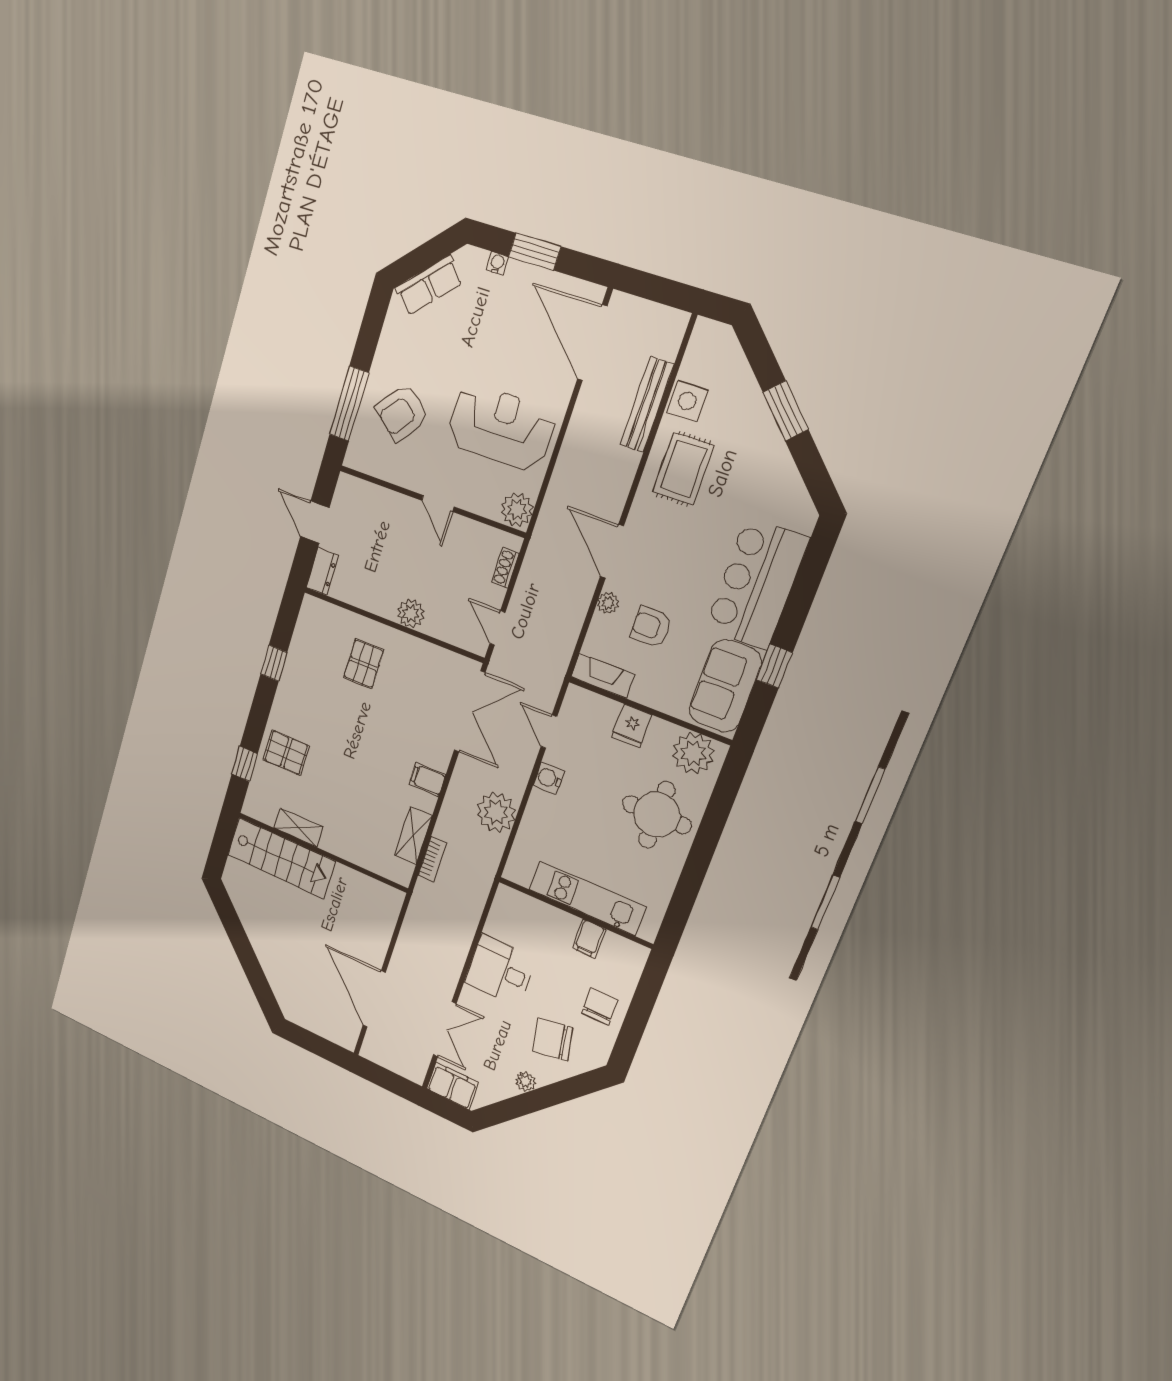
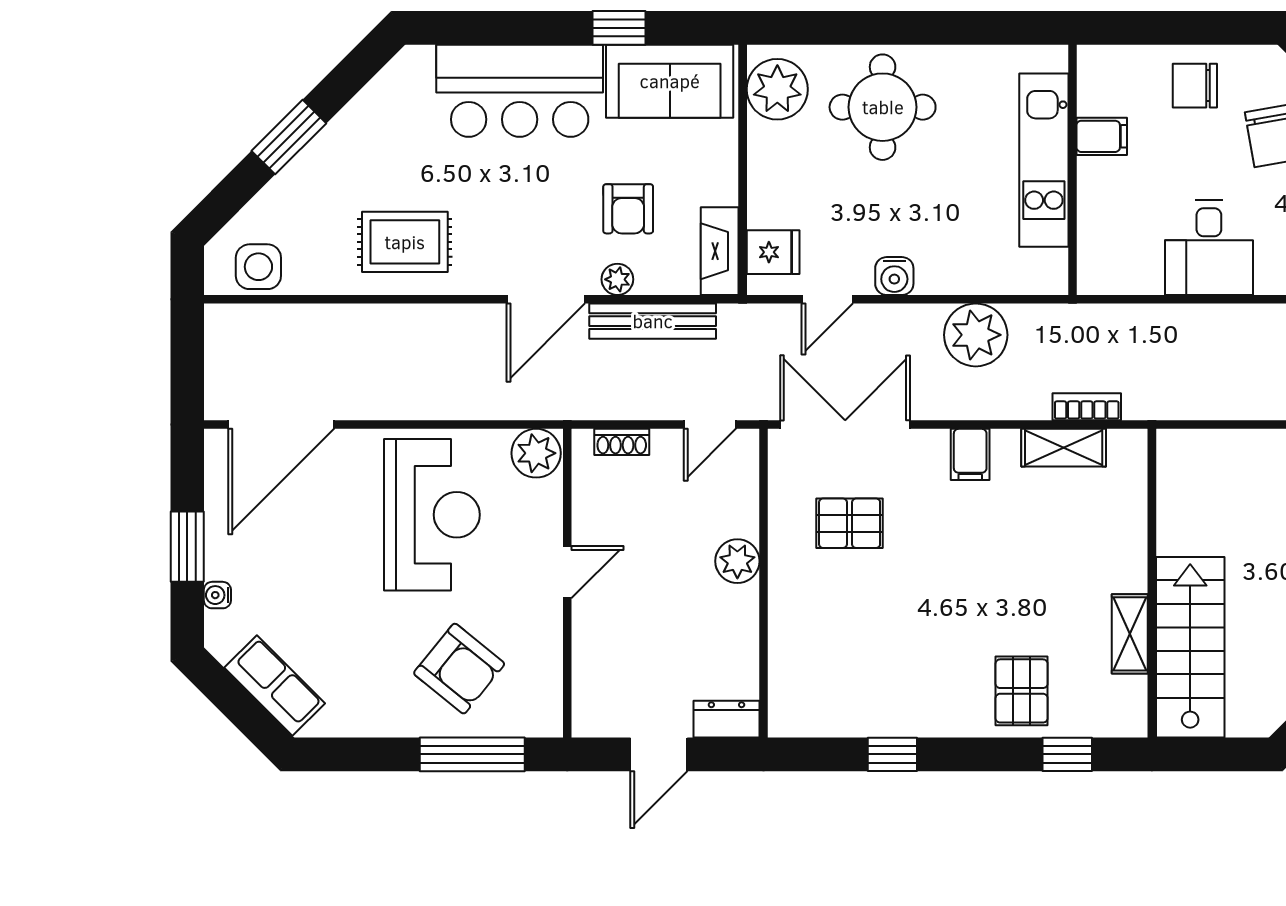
side table: (687, 401) -> (258, 267), moved
bench: (647, 405) -> (653, 321), moved
reception desk: (501, 427) -> (432, 515), turned 180
pallet: (364, 664) -> (850, 523), moved
fridge: (632, 726) -> (773, 252), moved

